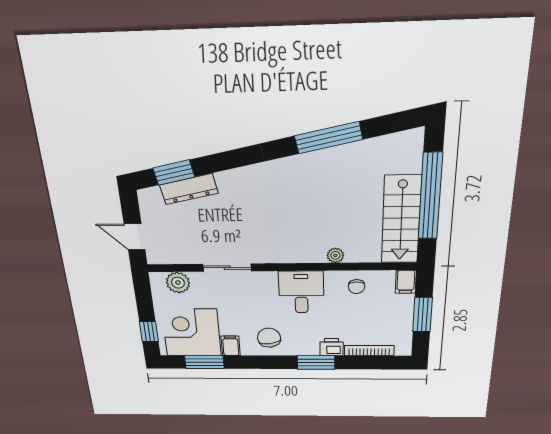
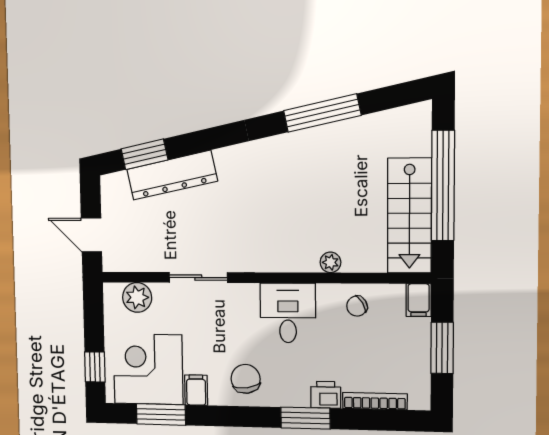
dresser: (189, 189) -> (172, 175), width x1.37, depth x1.24
chair: (357, 287) -> (357, 306), turned 60

